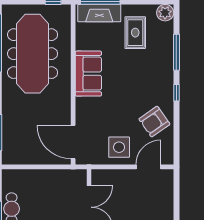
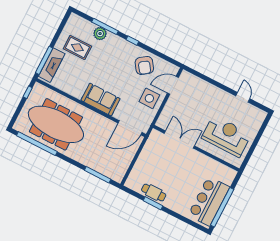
plant: (165, 13) -> (100, 34), moved
sofa: (88, 74) -> (101, 100), moved
door: (148, 167) -> (173, 85), hinge flipped

